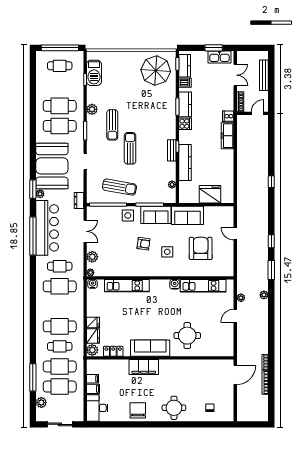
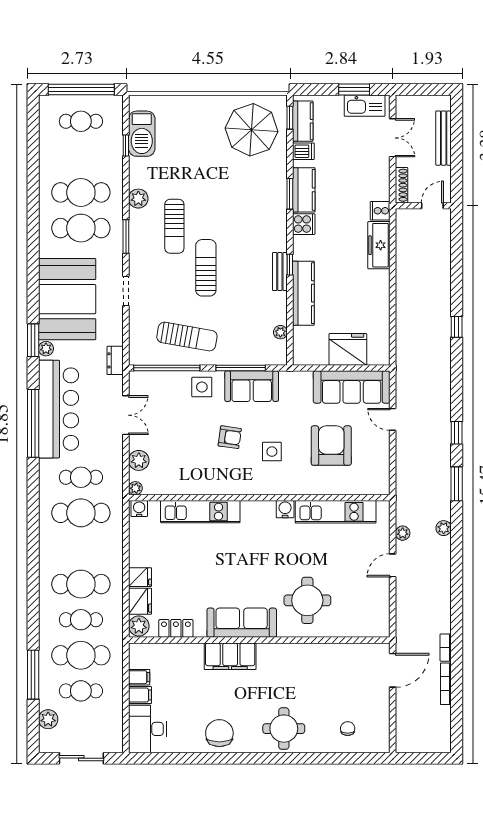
sofa: (188, 215) -> (352, 387), moved, width x1.36
cafe table: (60, 387) -> (81, 691), width x0.73, depth x0.74

